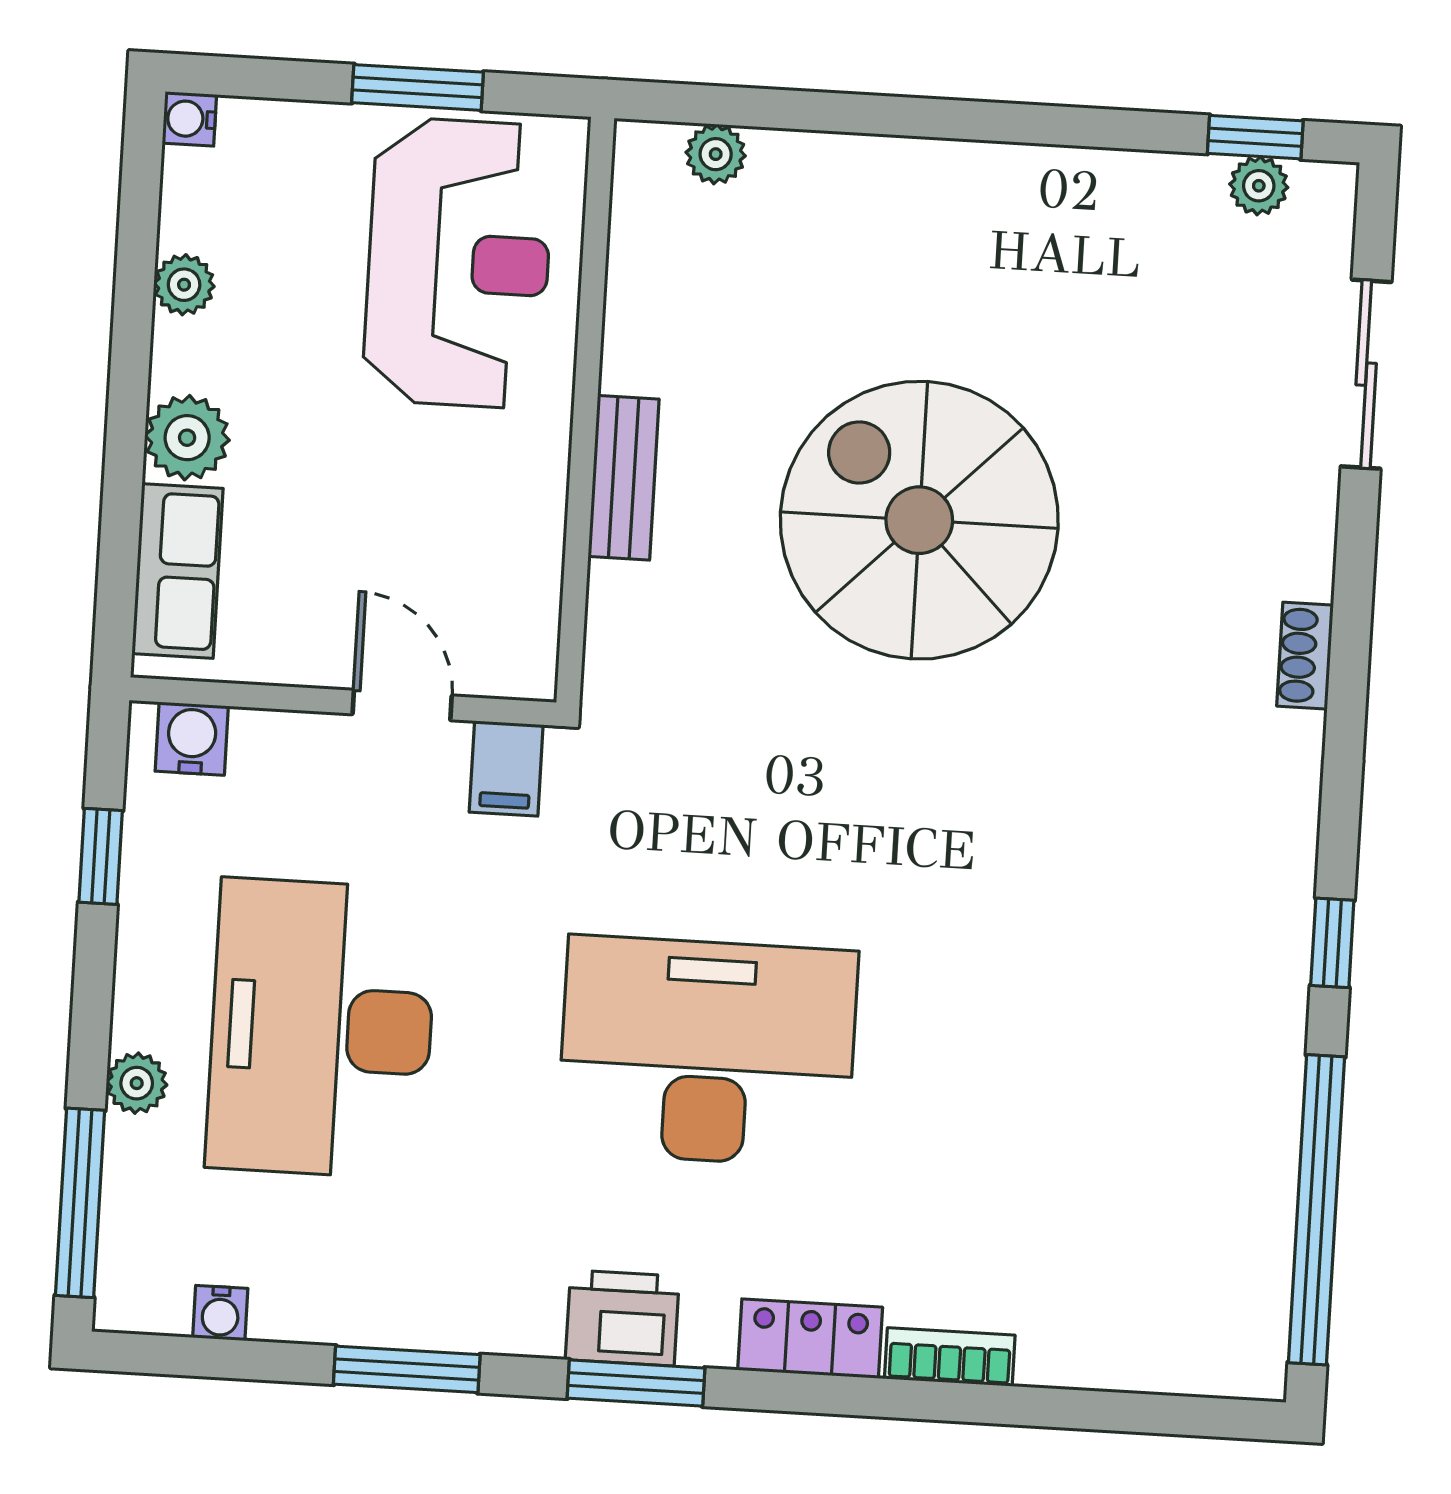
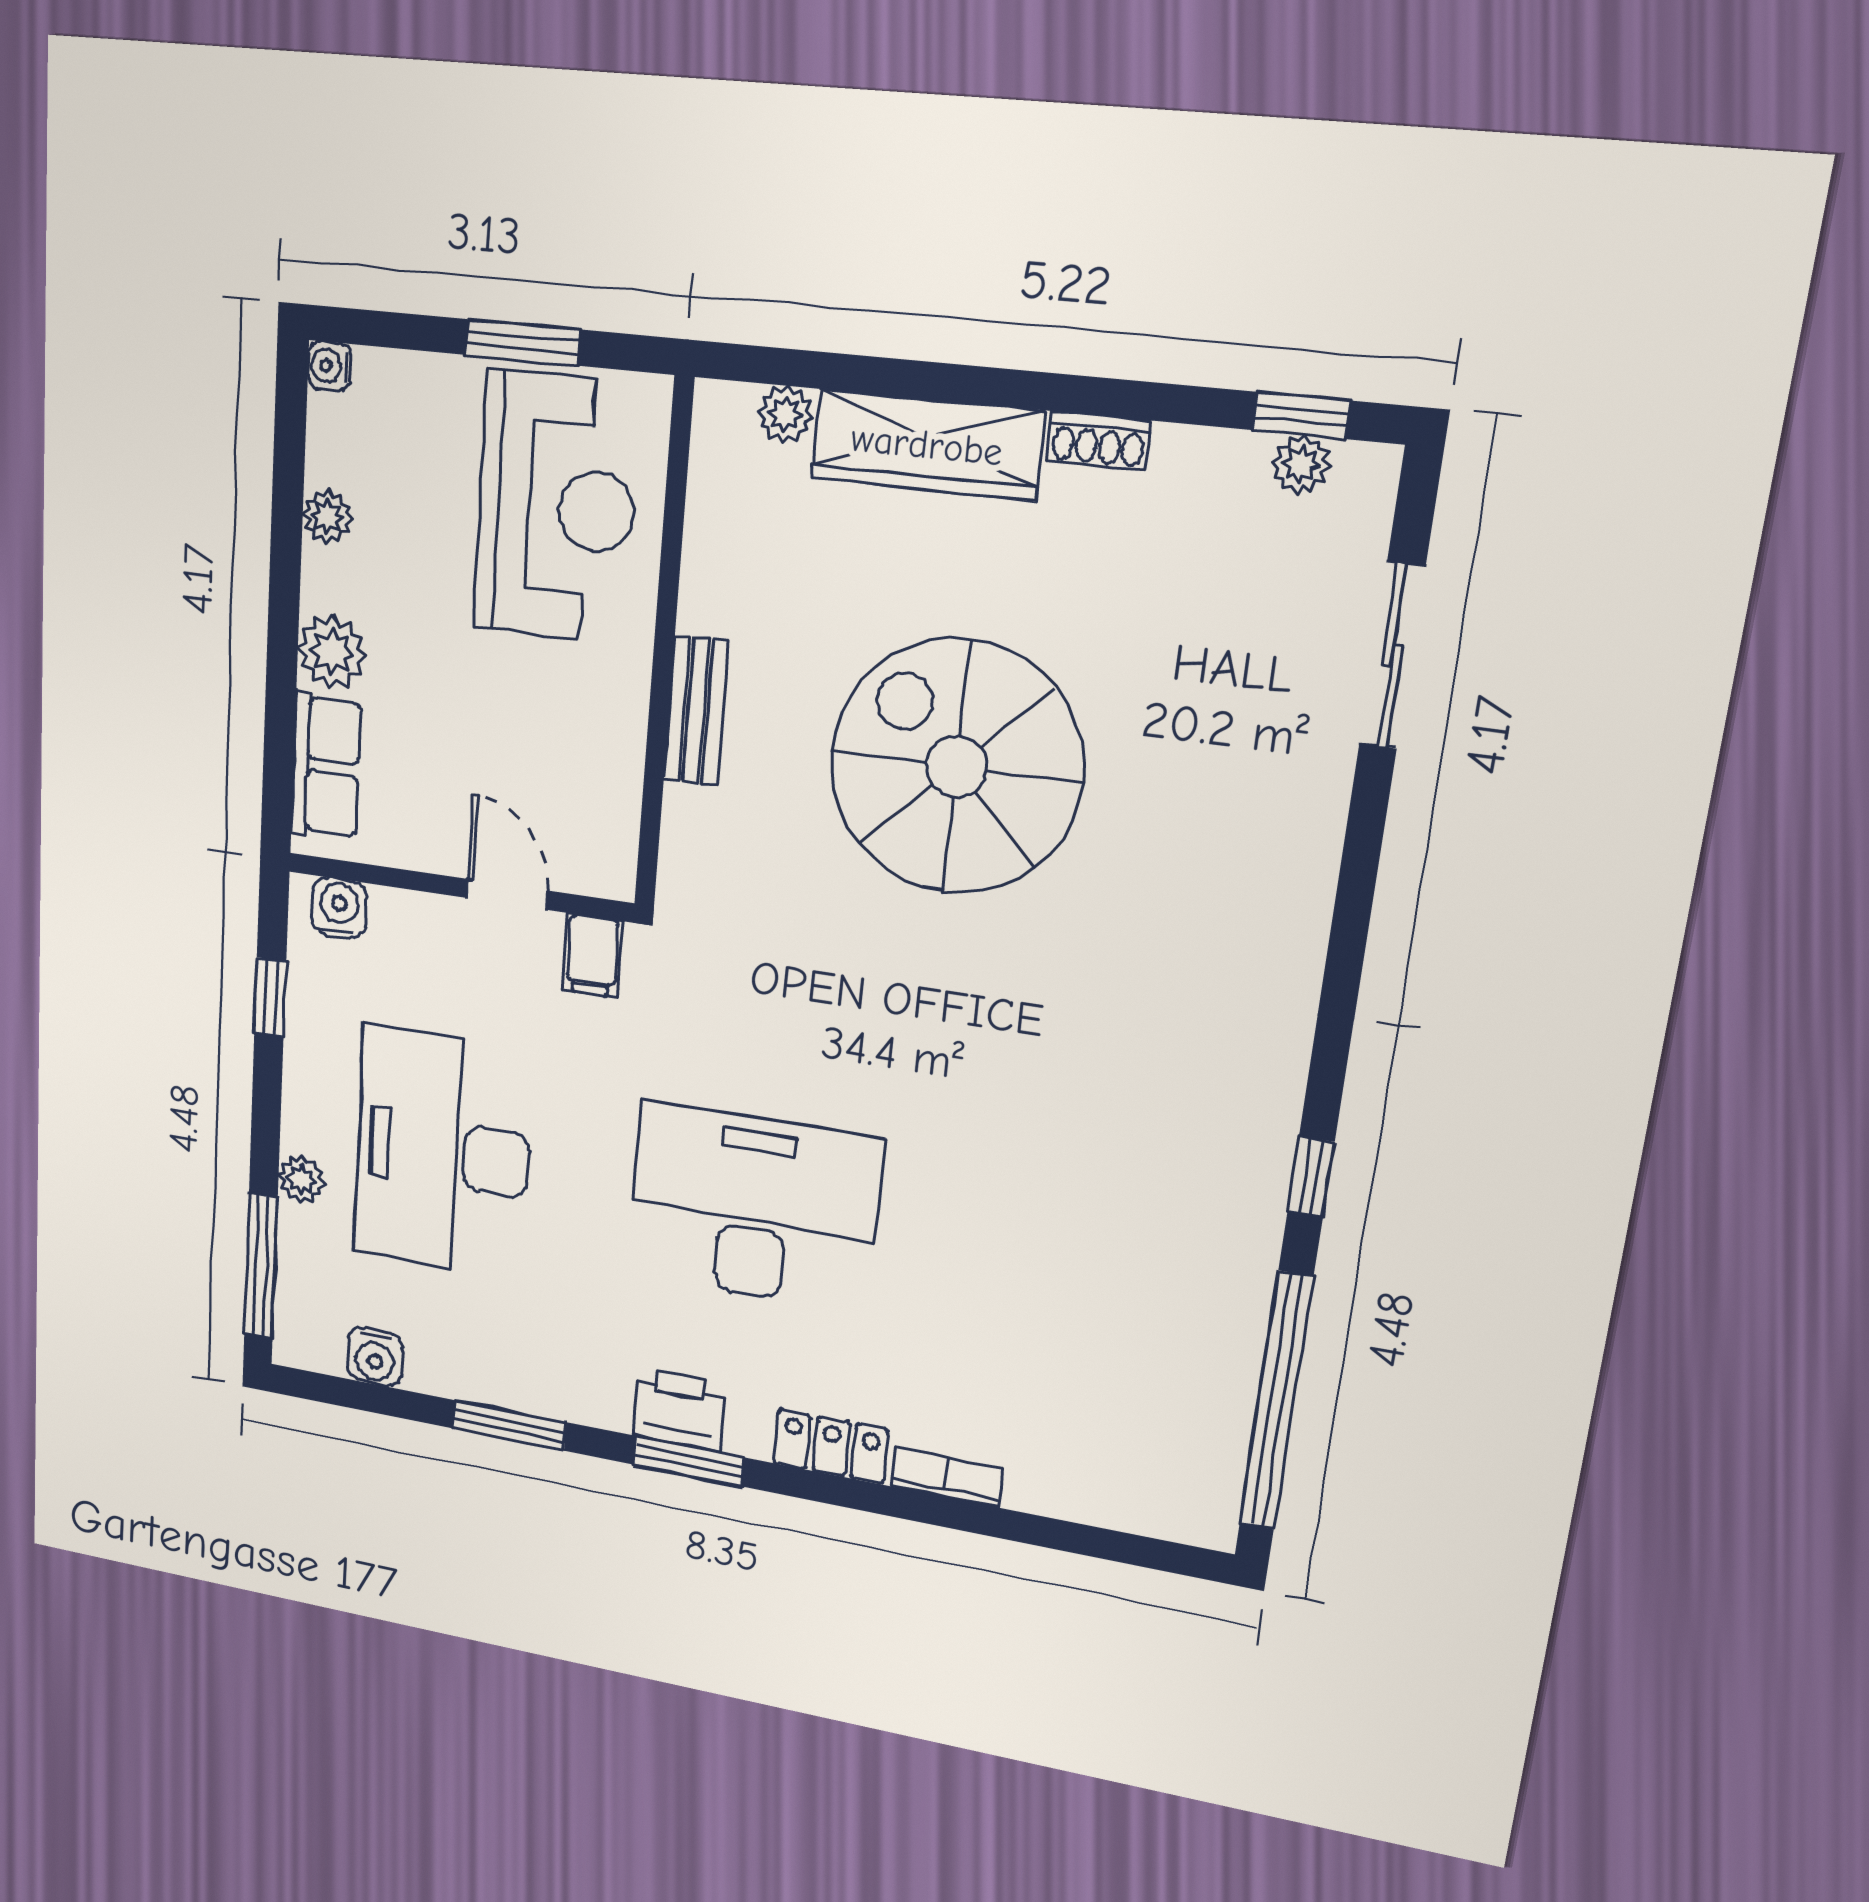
wardrobe: (871, 180) -> (927, 445), added
shoe rack: (1305, 656) -> (1098, 441), moved, turned -90
water cooler: (220, 1313) -> (375, 1357), width x1.38, depth x1.38

